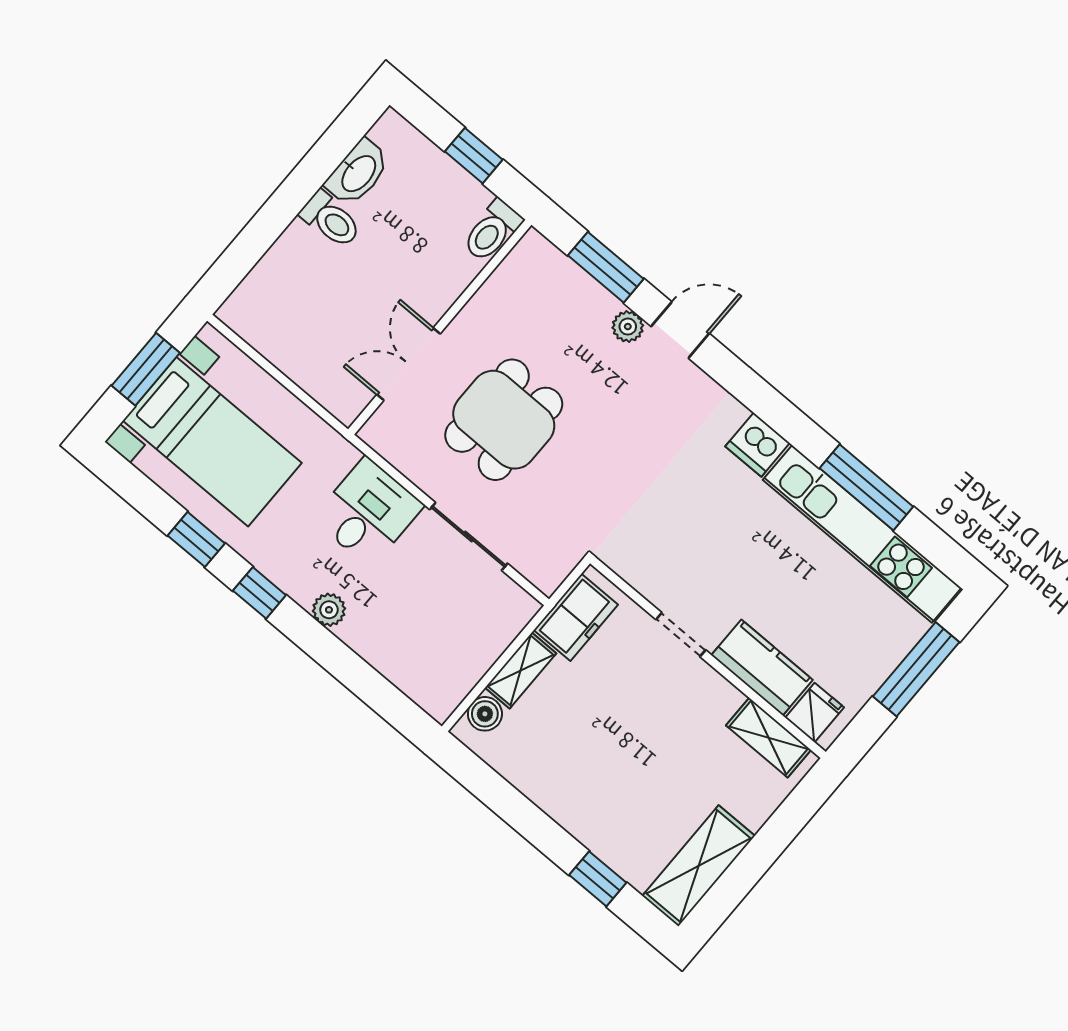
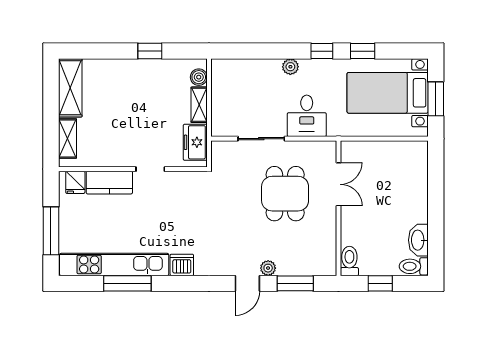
toilet: (331, 220) -> (414, 266), moved
shelving: (768, 738) -> (67, 138), moved, turned 90
window: (598, 879) -> (150, 51), moved

